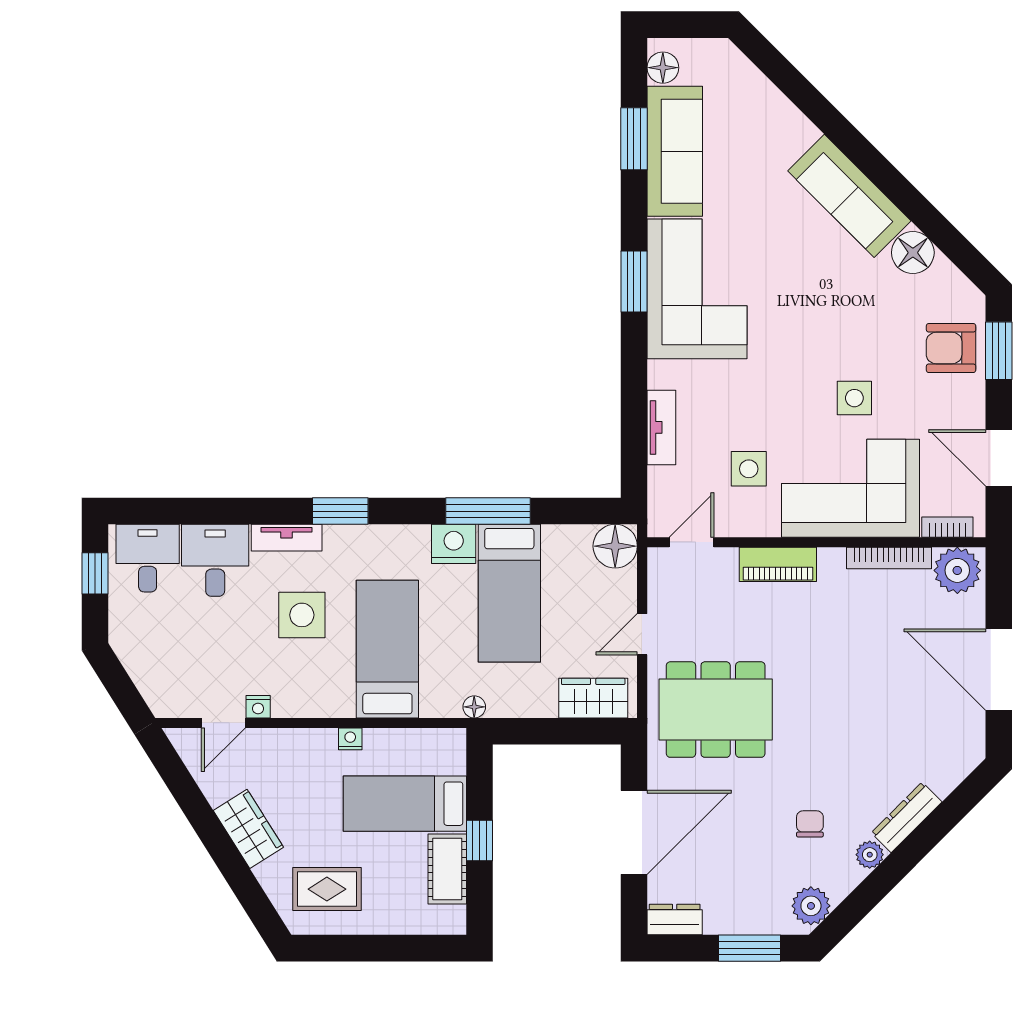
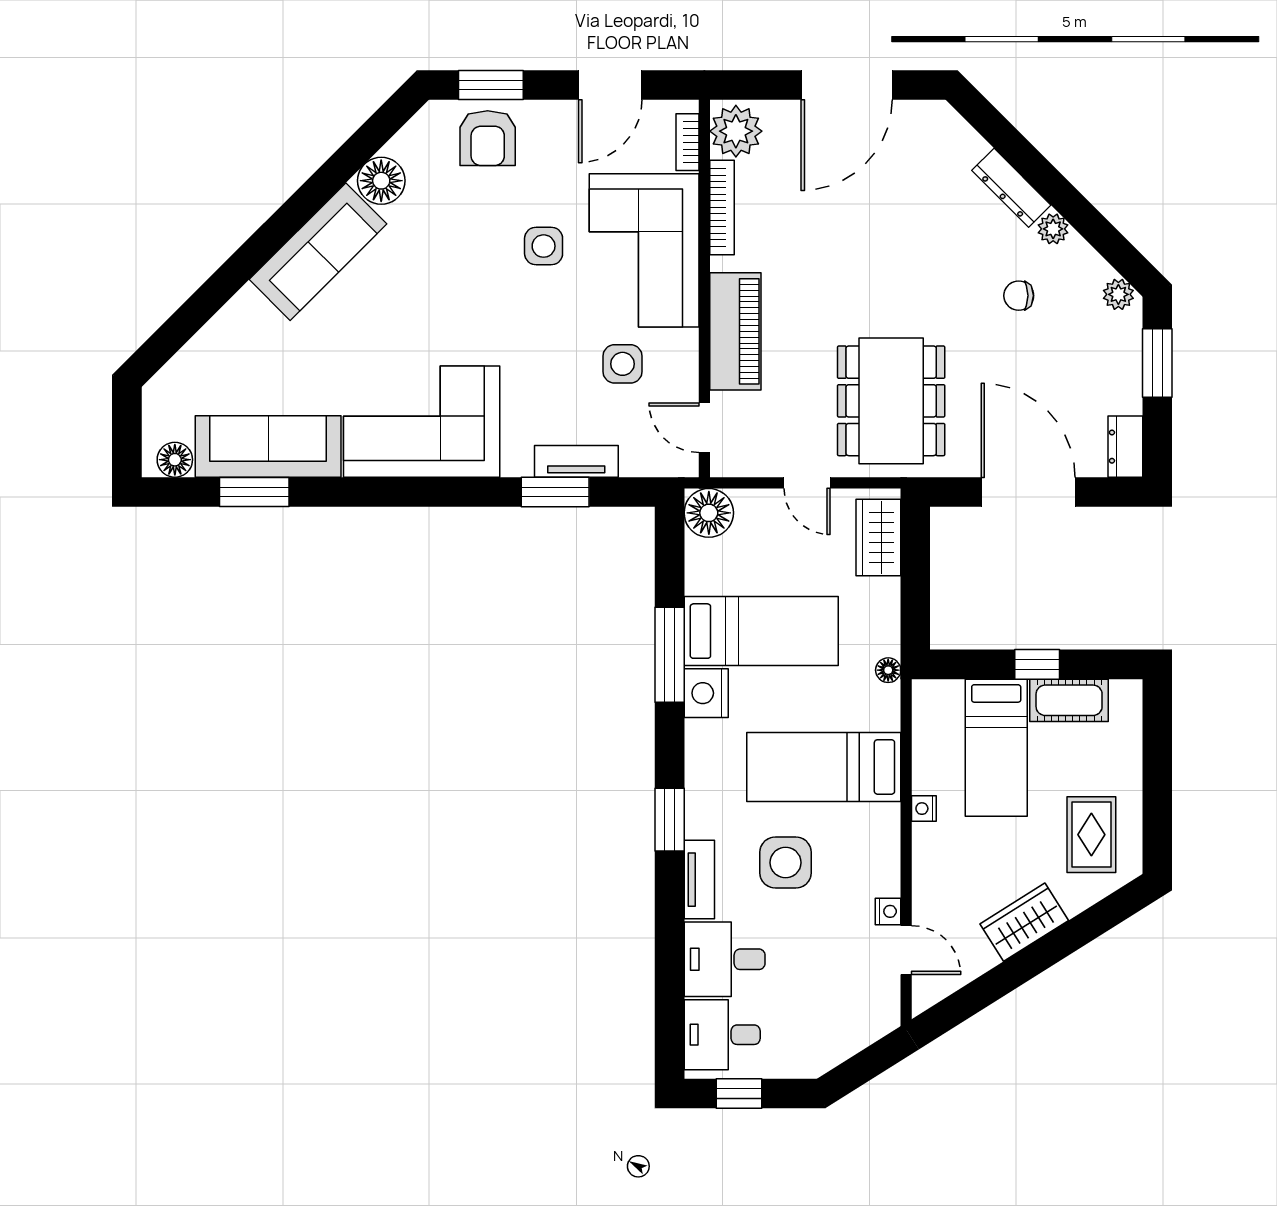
window: (634, 282) -> (555, 492), moved
piano: (778, 564) -> (735, 331), width x1.37, depth x1.33
plant: (811, 906) -> (1118, 294), width x0.73, depth x0.73

